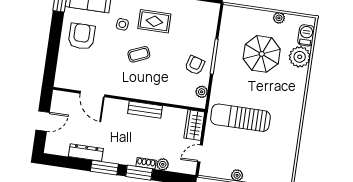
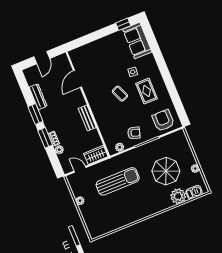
armchair: (82, 36) -> (163, 120), moved, turned -90
sun lounger: (240, 118) -> (118, 181), turned 90
door: (43, 121) -> (42, 58), hinge flipped

